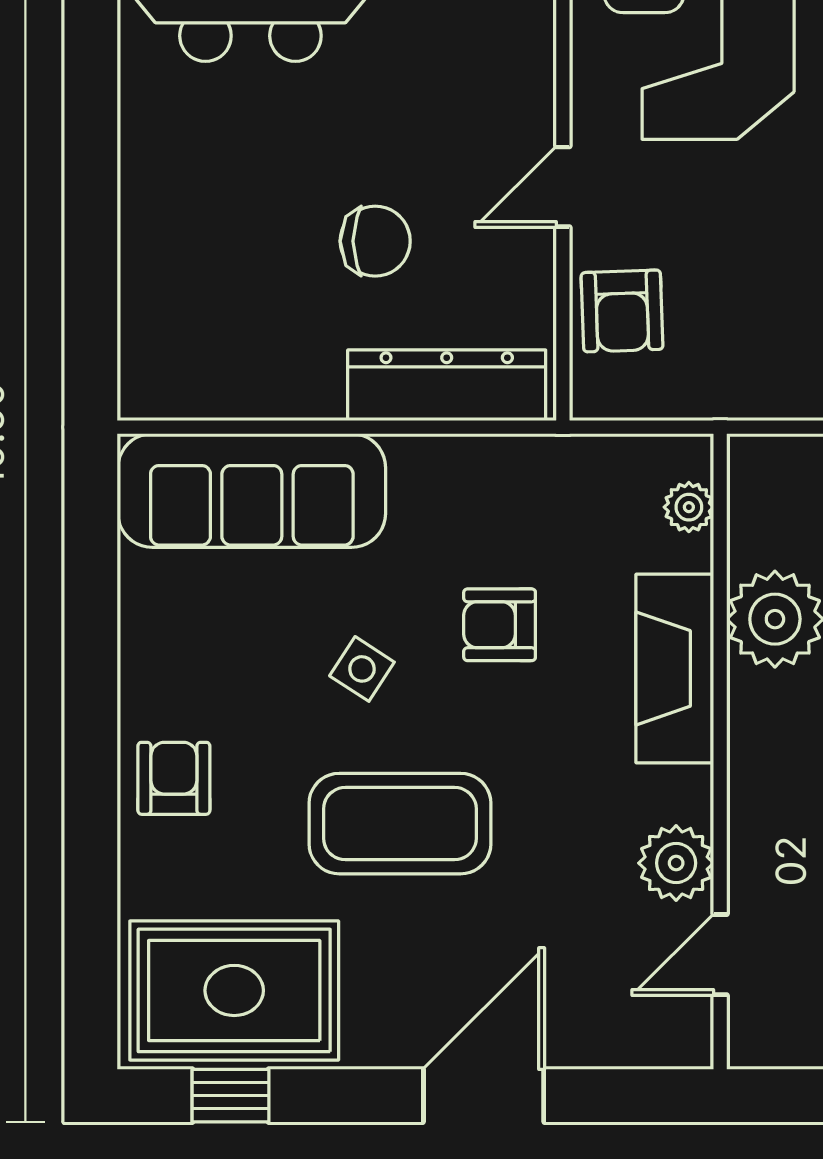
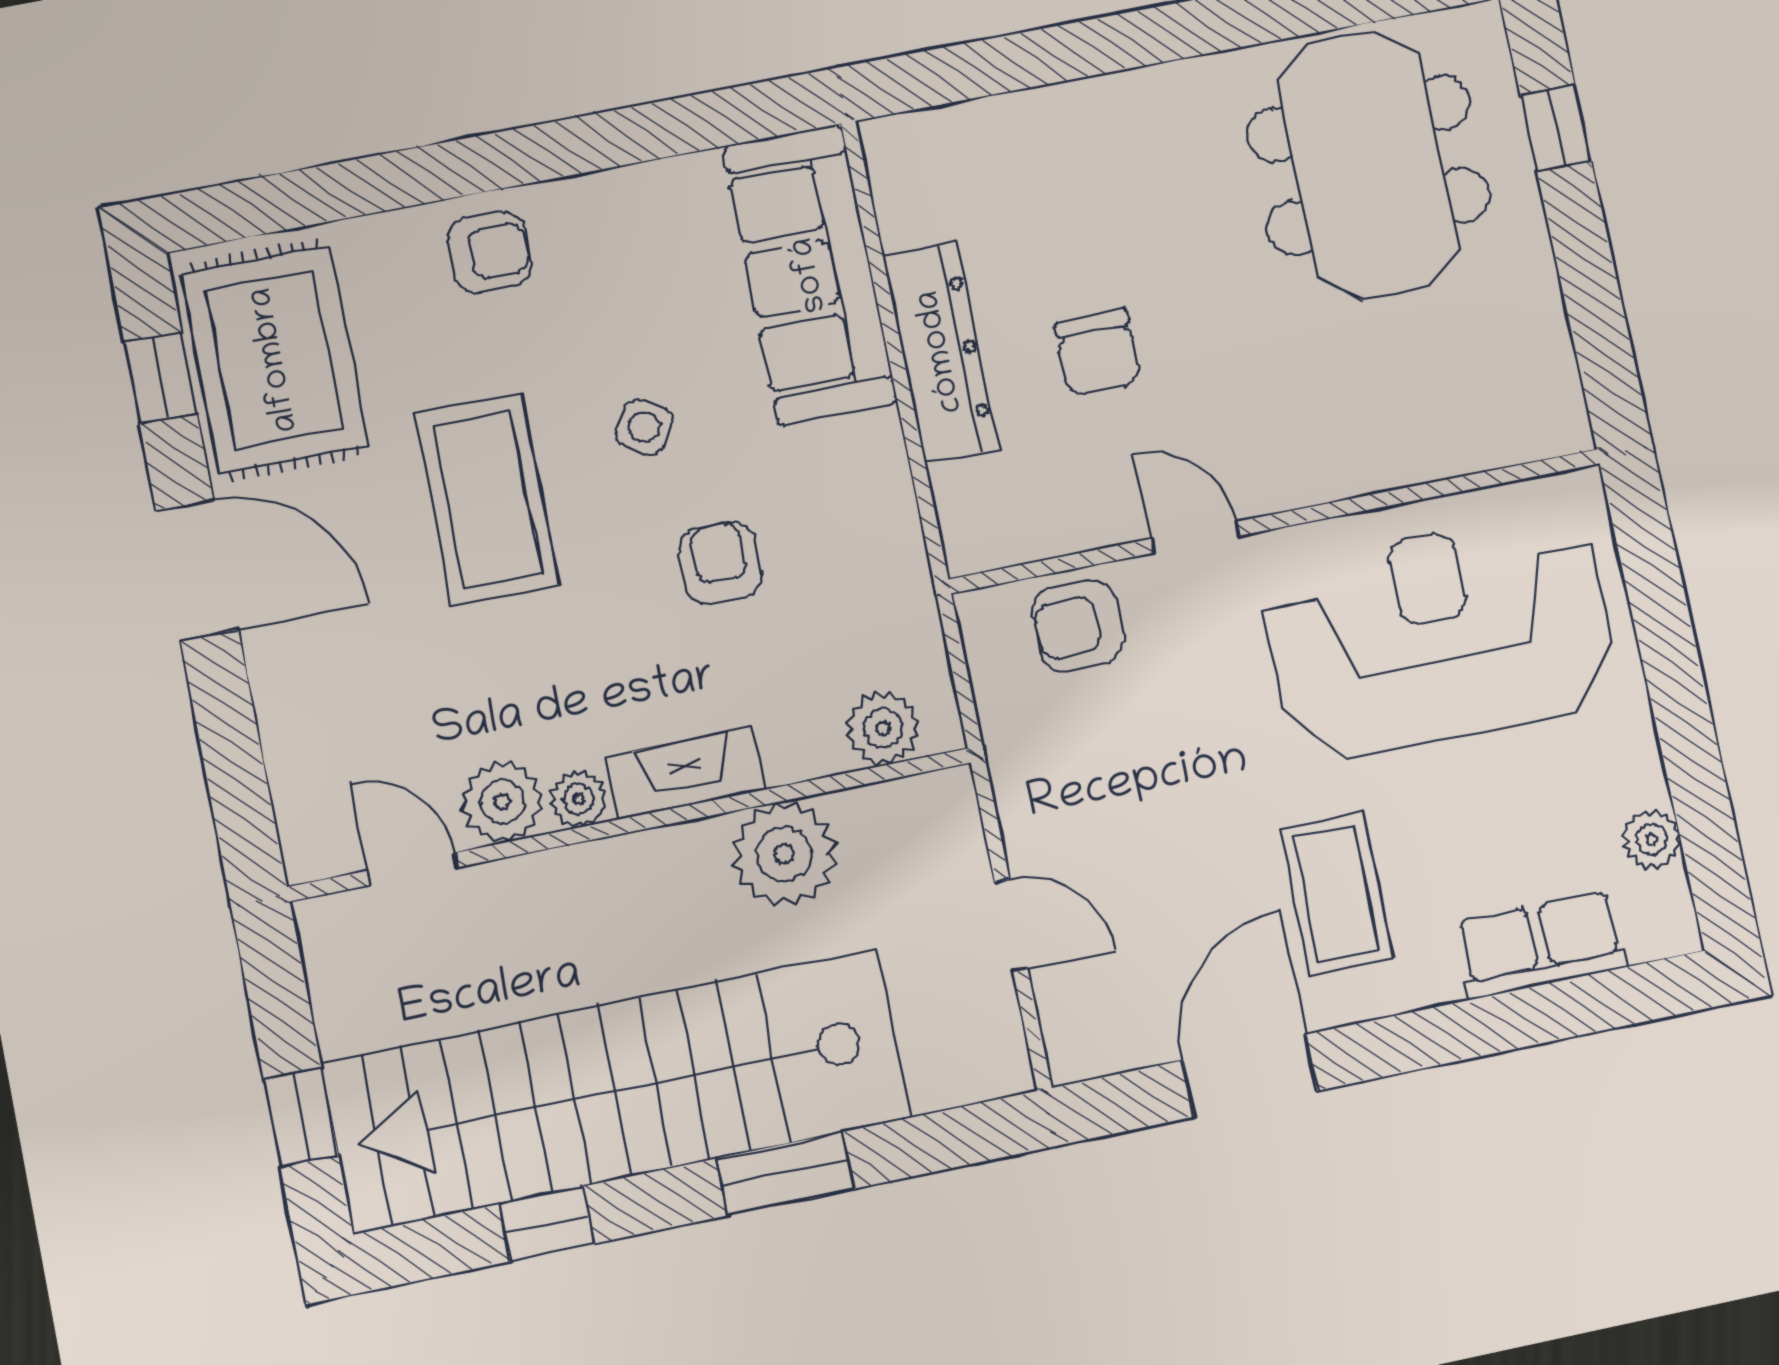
dresser: (447, 385) -> (941, 352), moved
plant: (689, 507) -> (883, 728), width x1.38, depth x1.38
fireplace: (675, 668) -> (685, 773), width x0.73, depth x0.76
plant: (688, 794) -> (579, 799), added
door: (484, 1096) -> (197, 570), moved

